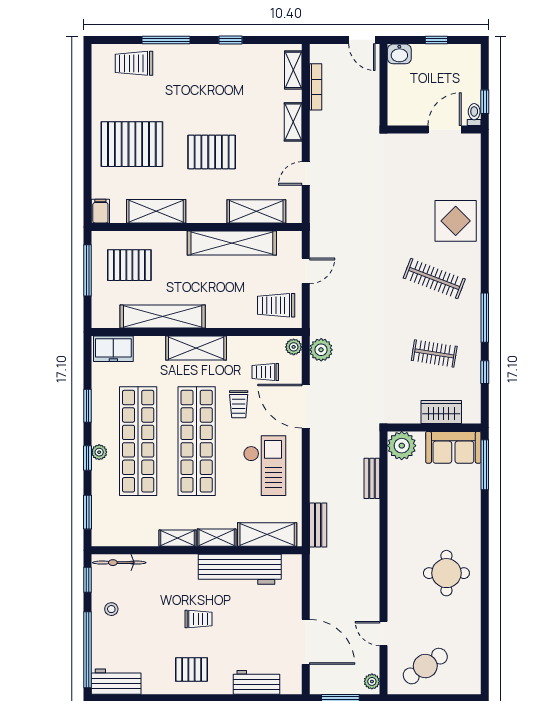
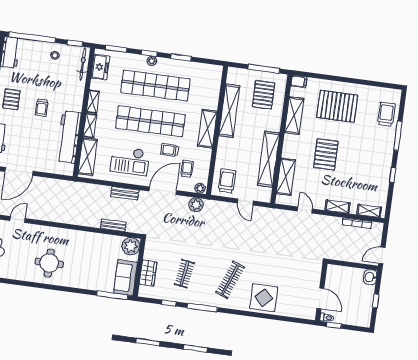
pallet: (132, 144) -> (337, 106), turned 90
freezer: (113, 349) -> (100, 67), moved, turned 180
bench: (318, 525) -> (125, 193), moved

